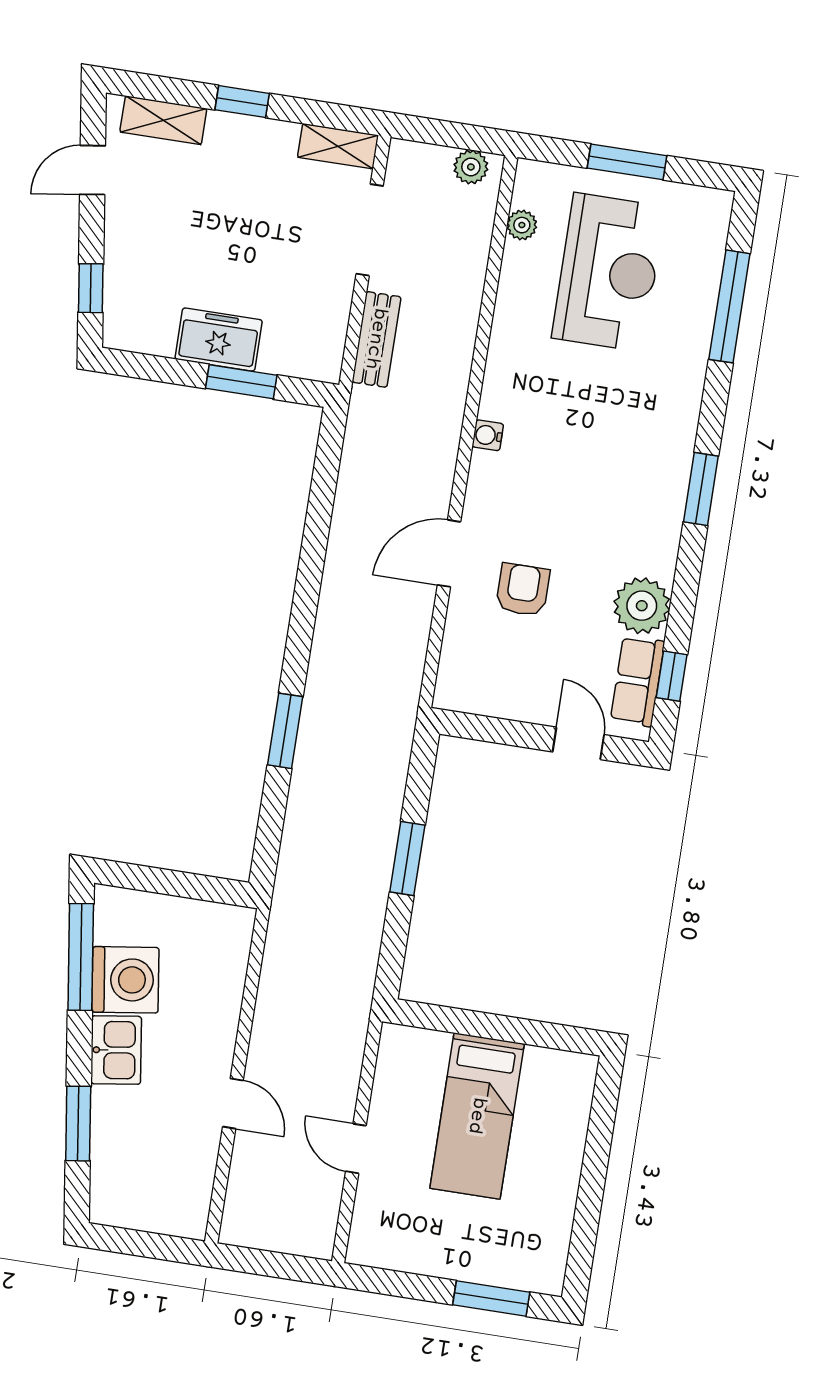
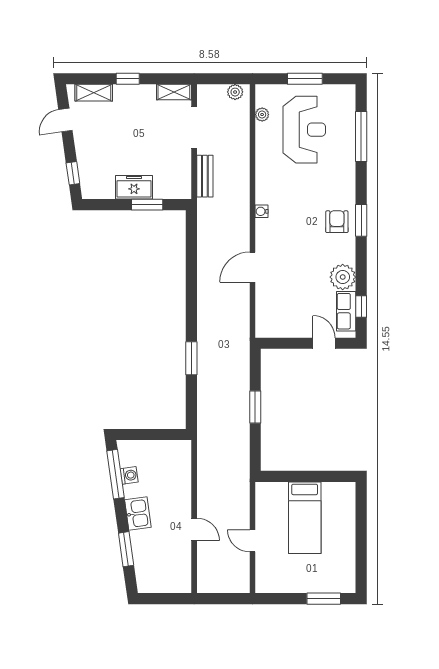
armchair: (523, 590) -> (337, 222), moved
washing machine: (125, 980) -> (129, 475), width x0.53, depth x0.53

